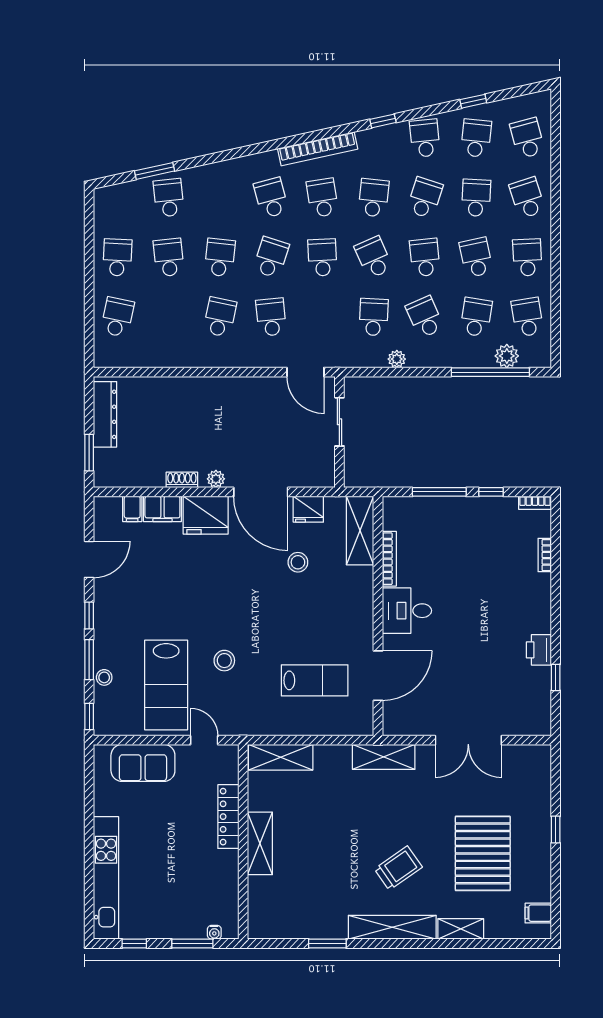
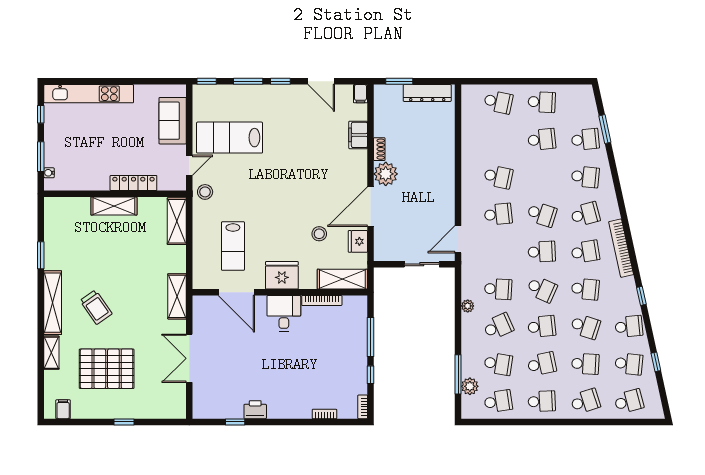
school desk: (220, 257) -> (585, 177), moved
school desk: (374, 257) -> (542, 289), turned 48
window: (490, 372) -> (458, 374), width x0.68
plant: (216, 479) -> (386, 174), width x1.88, depth x1.88
filing cabinet: (132, 509) -> (360, 94), moved, turned -90
fridge: (206, 515) -> (282, 275), moved, turned 90
stool: (224, 661) -> (205, 192), moved
stool: (104, 677) -> (235, 92), removed

